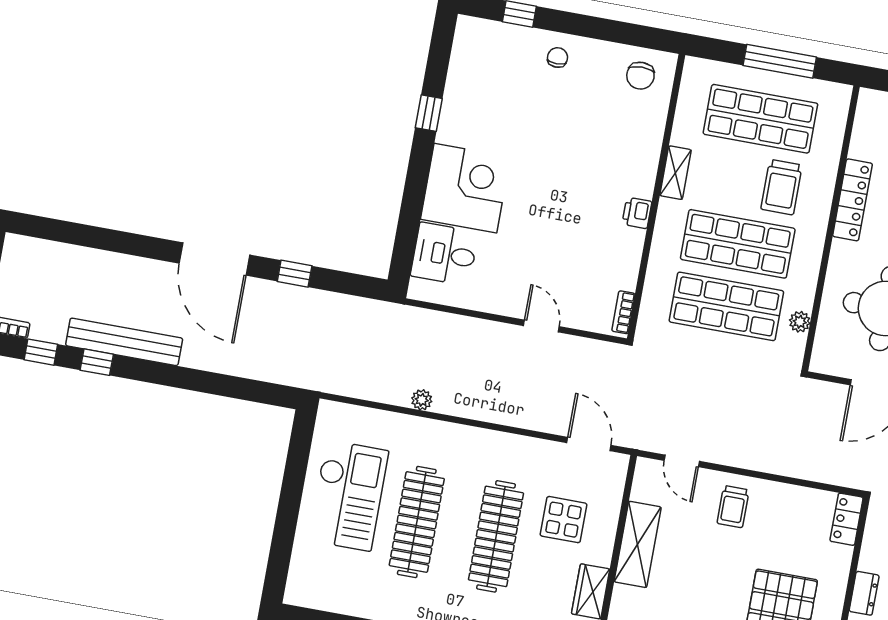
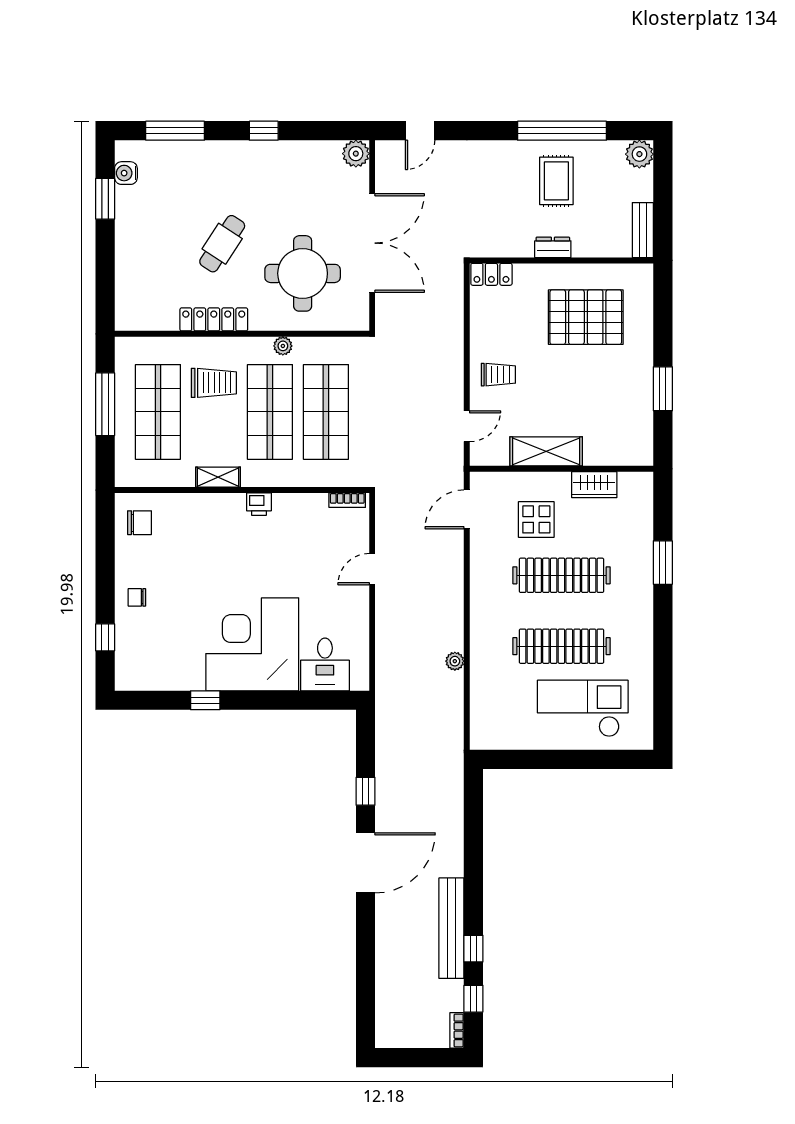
corner desk: (465, 188) -> (252, 644), width x1.36, depth x1.36
plant: (800, 322) -> (283, 346), moved
checkout: (348, 496) -> (583, 708), moved

